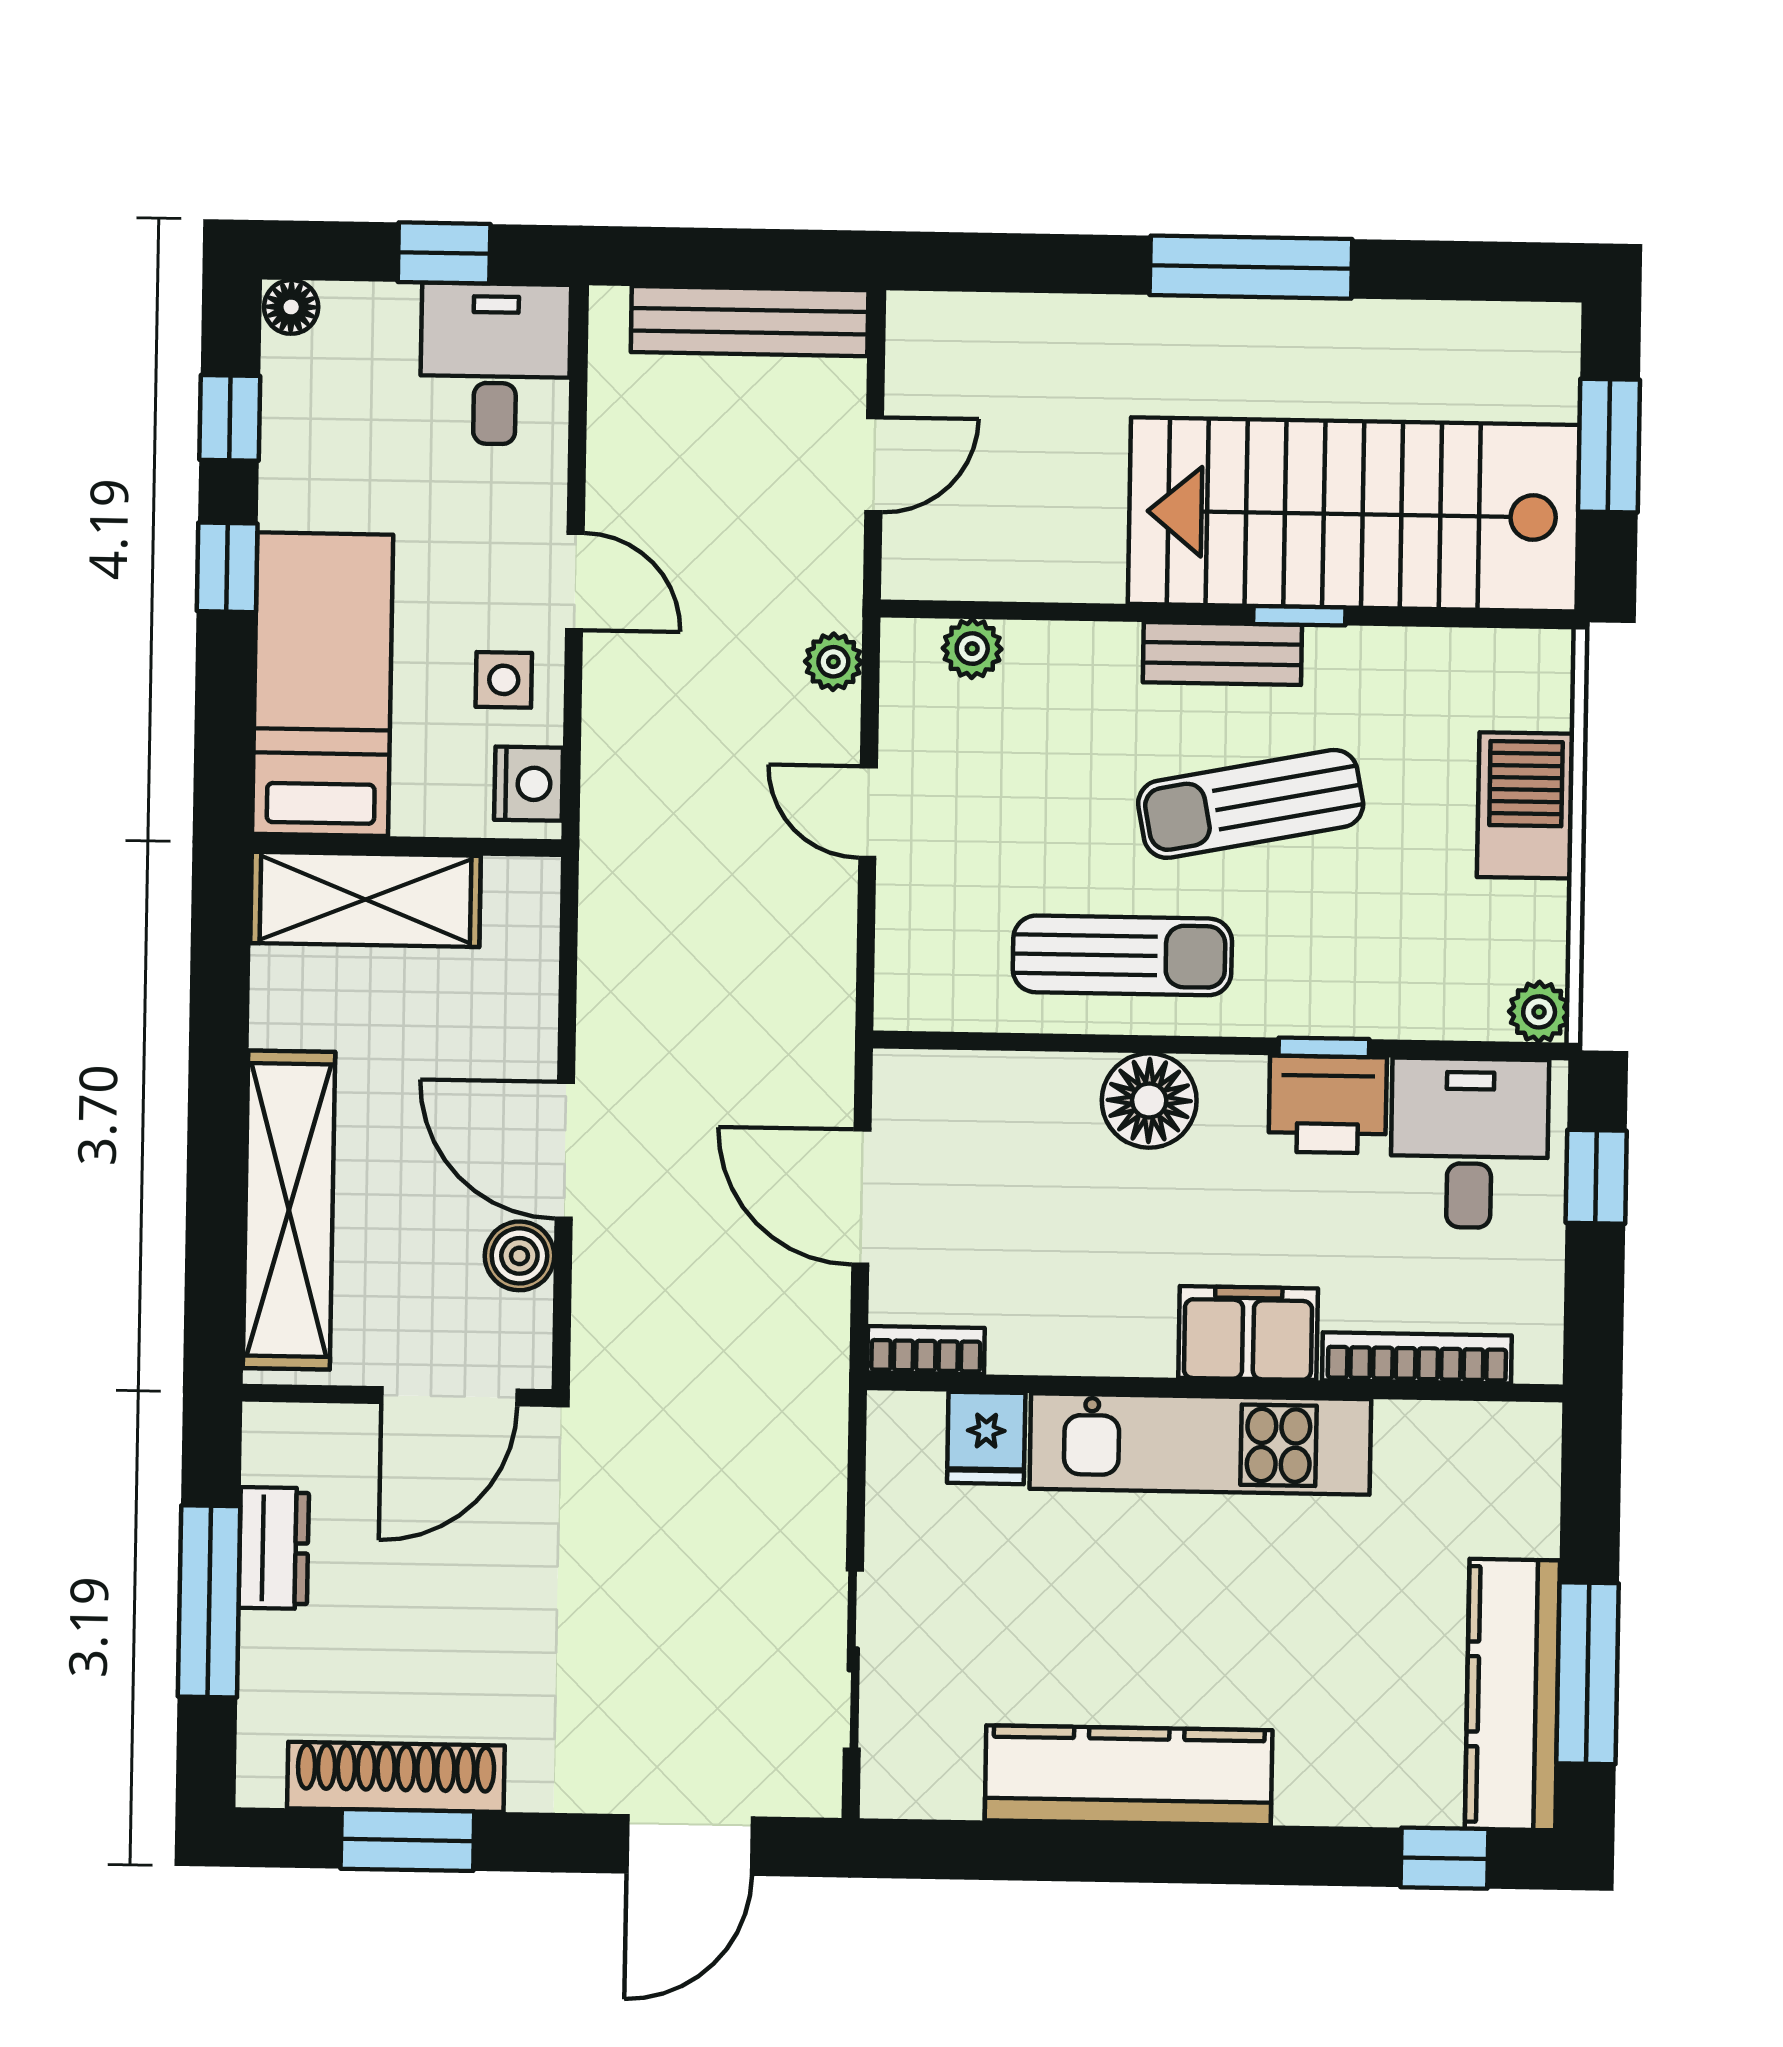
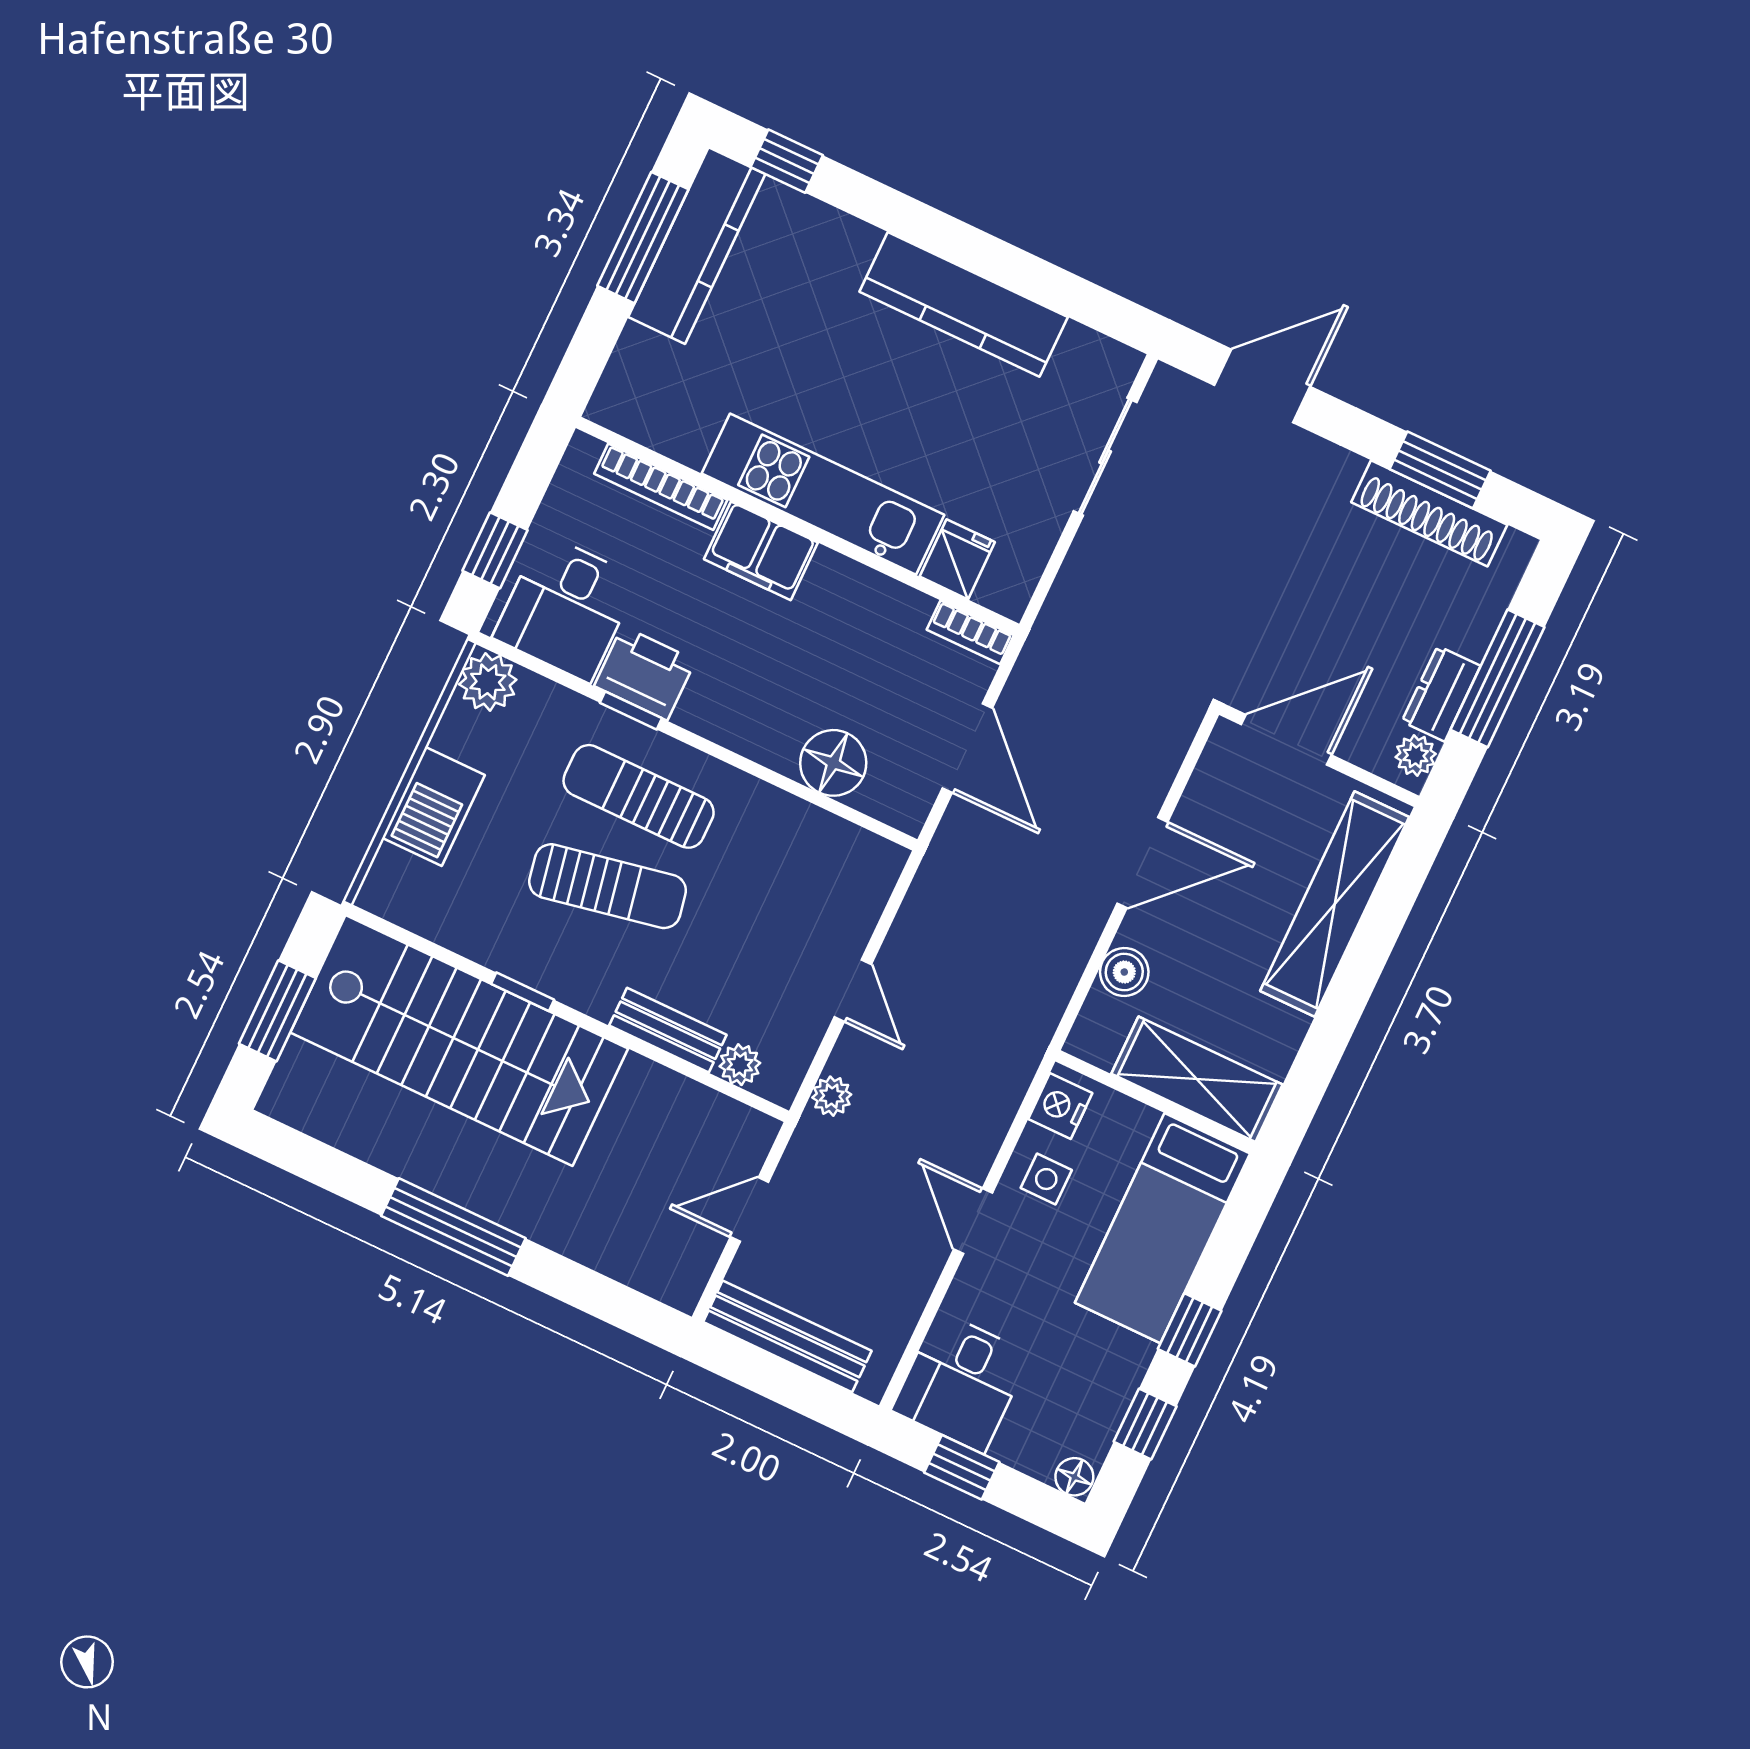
bench: (1222, 654) -> (668, 1030), moved
sun lounger: (1122, 955) -> (639, 796), moved
plant: (1539, 1012) -> (488, 682), width x1.38, depth x1.38
floor lamp: (1149, 1101) -> (833, 763), moved
door: (565, 1150) -> (1142, 863), hinge flipped
boiler: (519, 1256) -> (1124, 972), moved
plant: (271, 1452) -> (1416, 755), added

